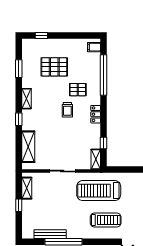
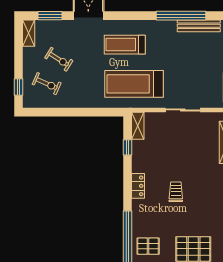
pallet: (78, 90) -> (148, 246), moved
treadmill: (99, 191) -> (134, 84), turned 180

